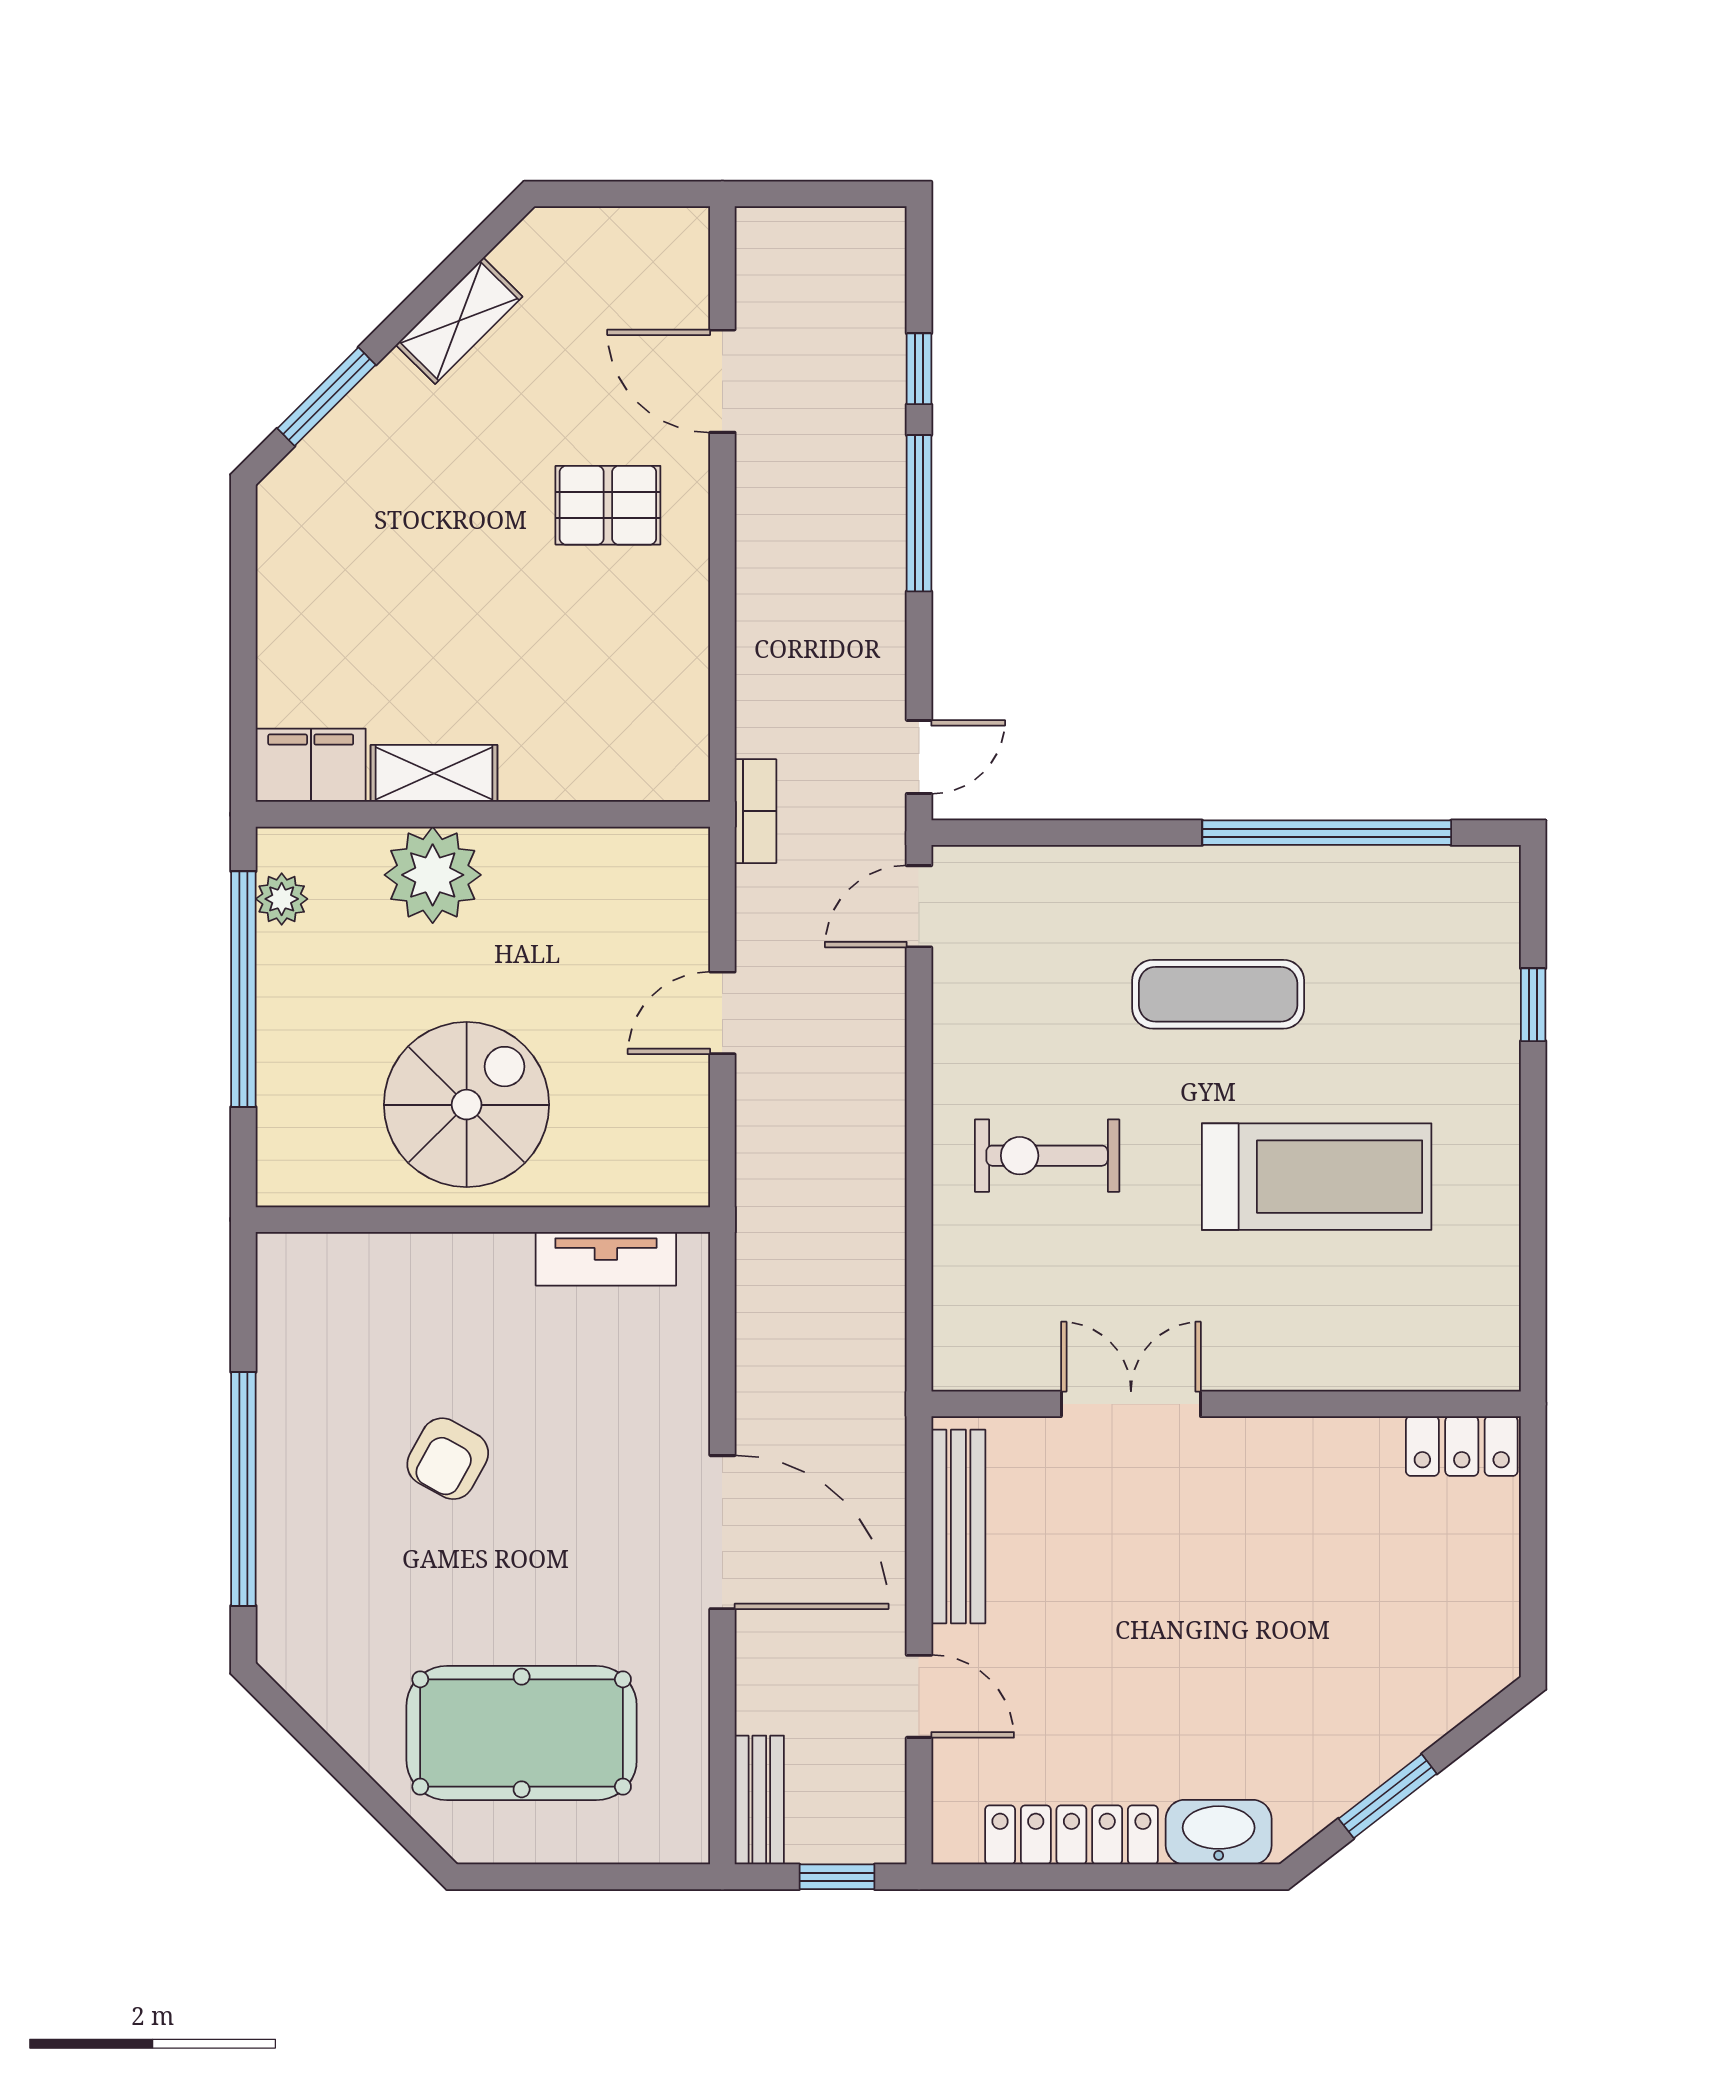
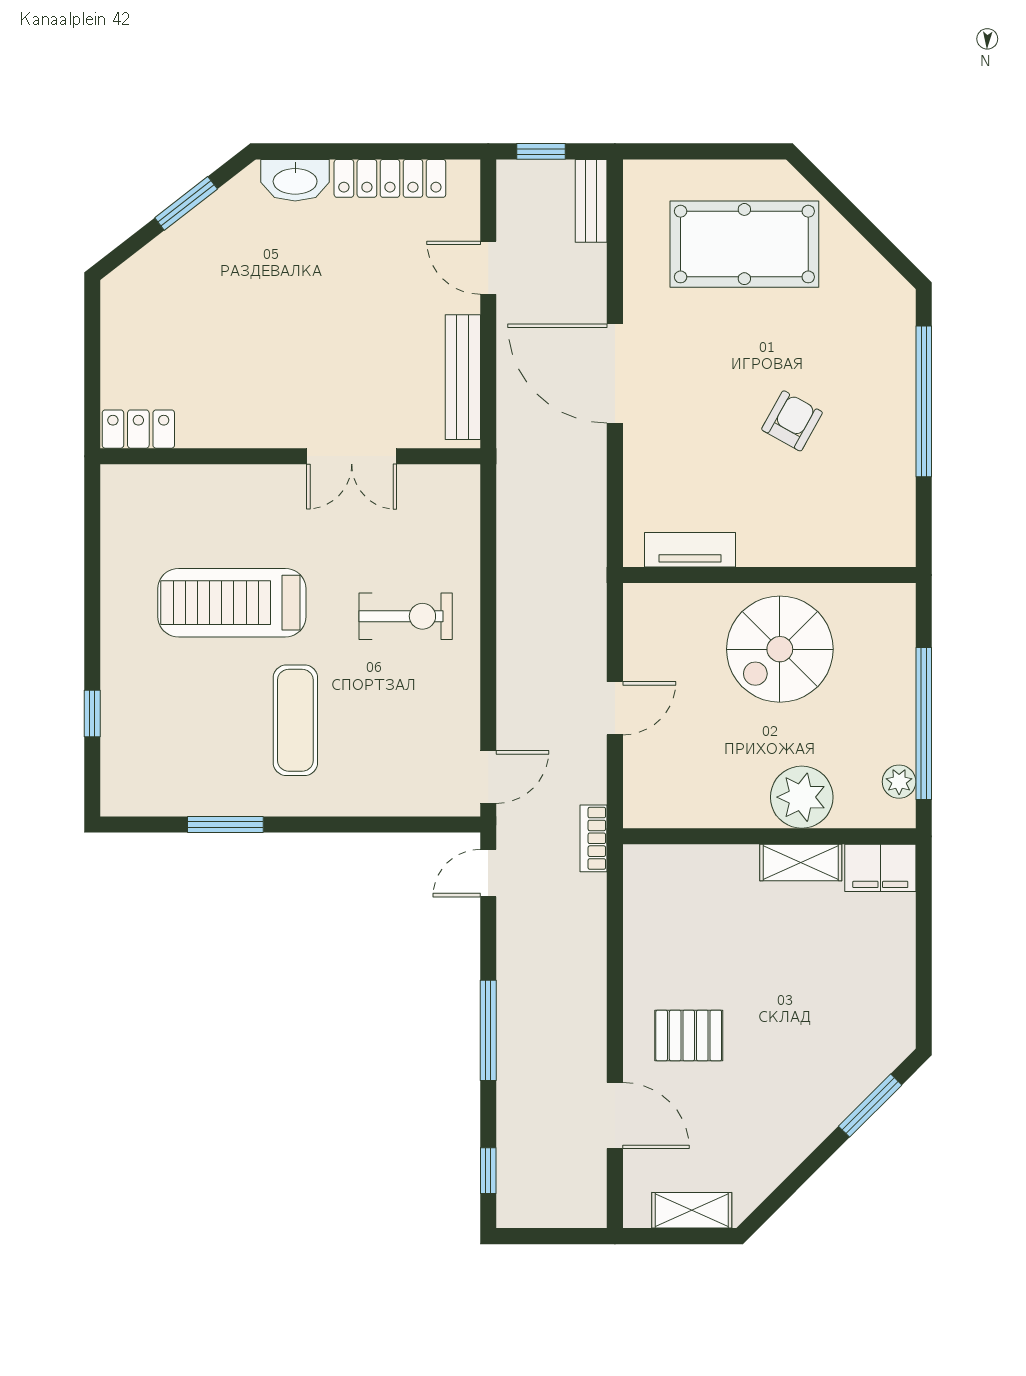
shelving: (459, 321) -> (692, 1210), moved, turned 45
window: (919, 369) -> (488, 1171), moved
window: (1327, 833) -> (225, 824), width x0.47
exercise mat: (1218, 994) -> (295, 720), turned 90

